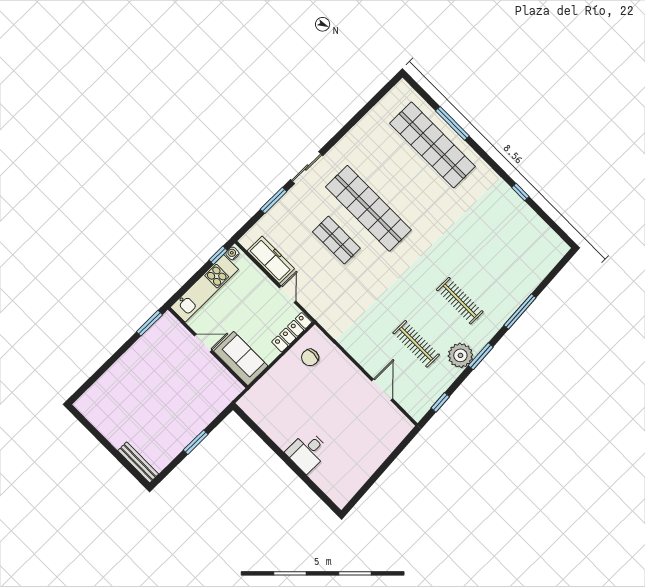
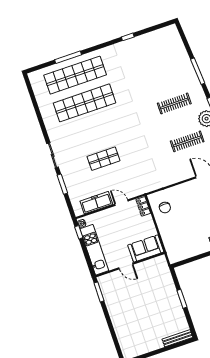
shop shelf: (368, 208) -> (85, 103), moved
locker: (292, 332) -> (143, 206), width x0.66
door: (203, 343) -> (126, 266), swing flipped

